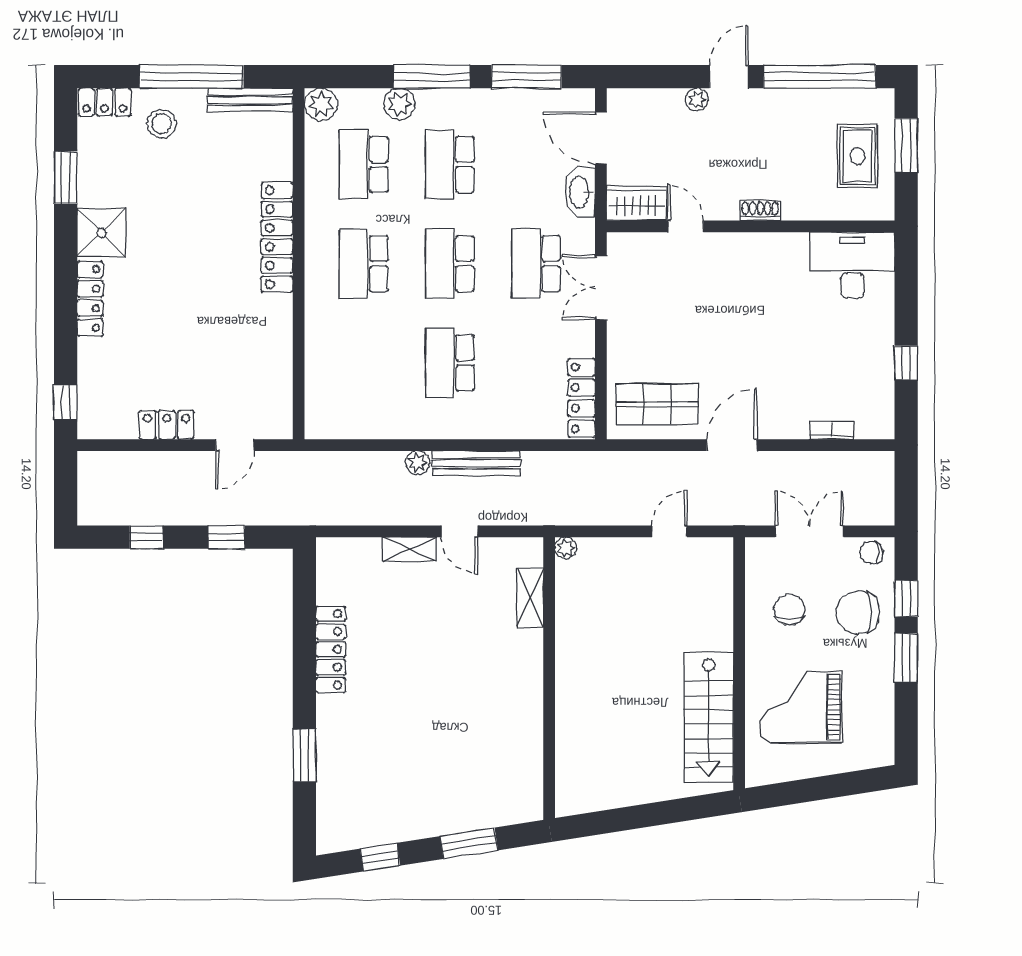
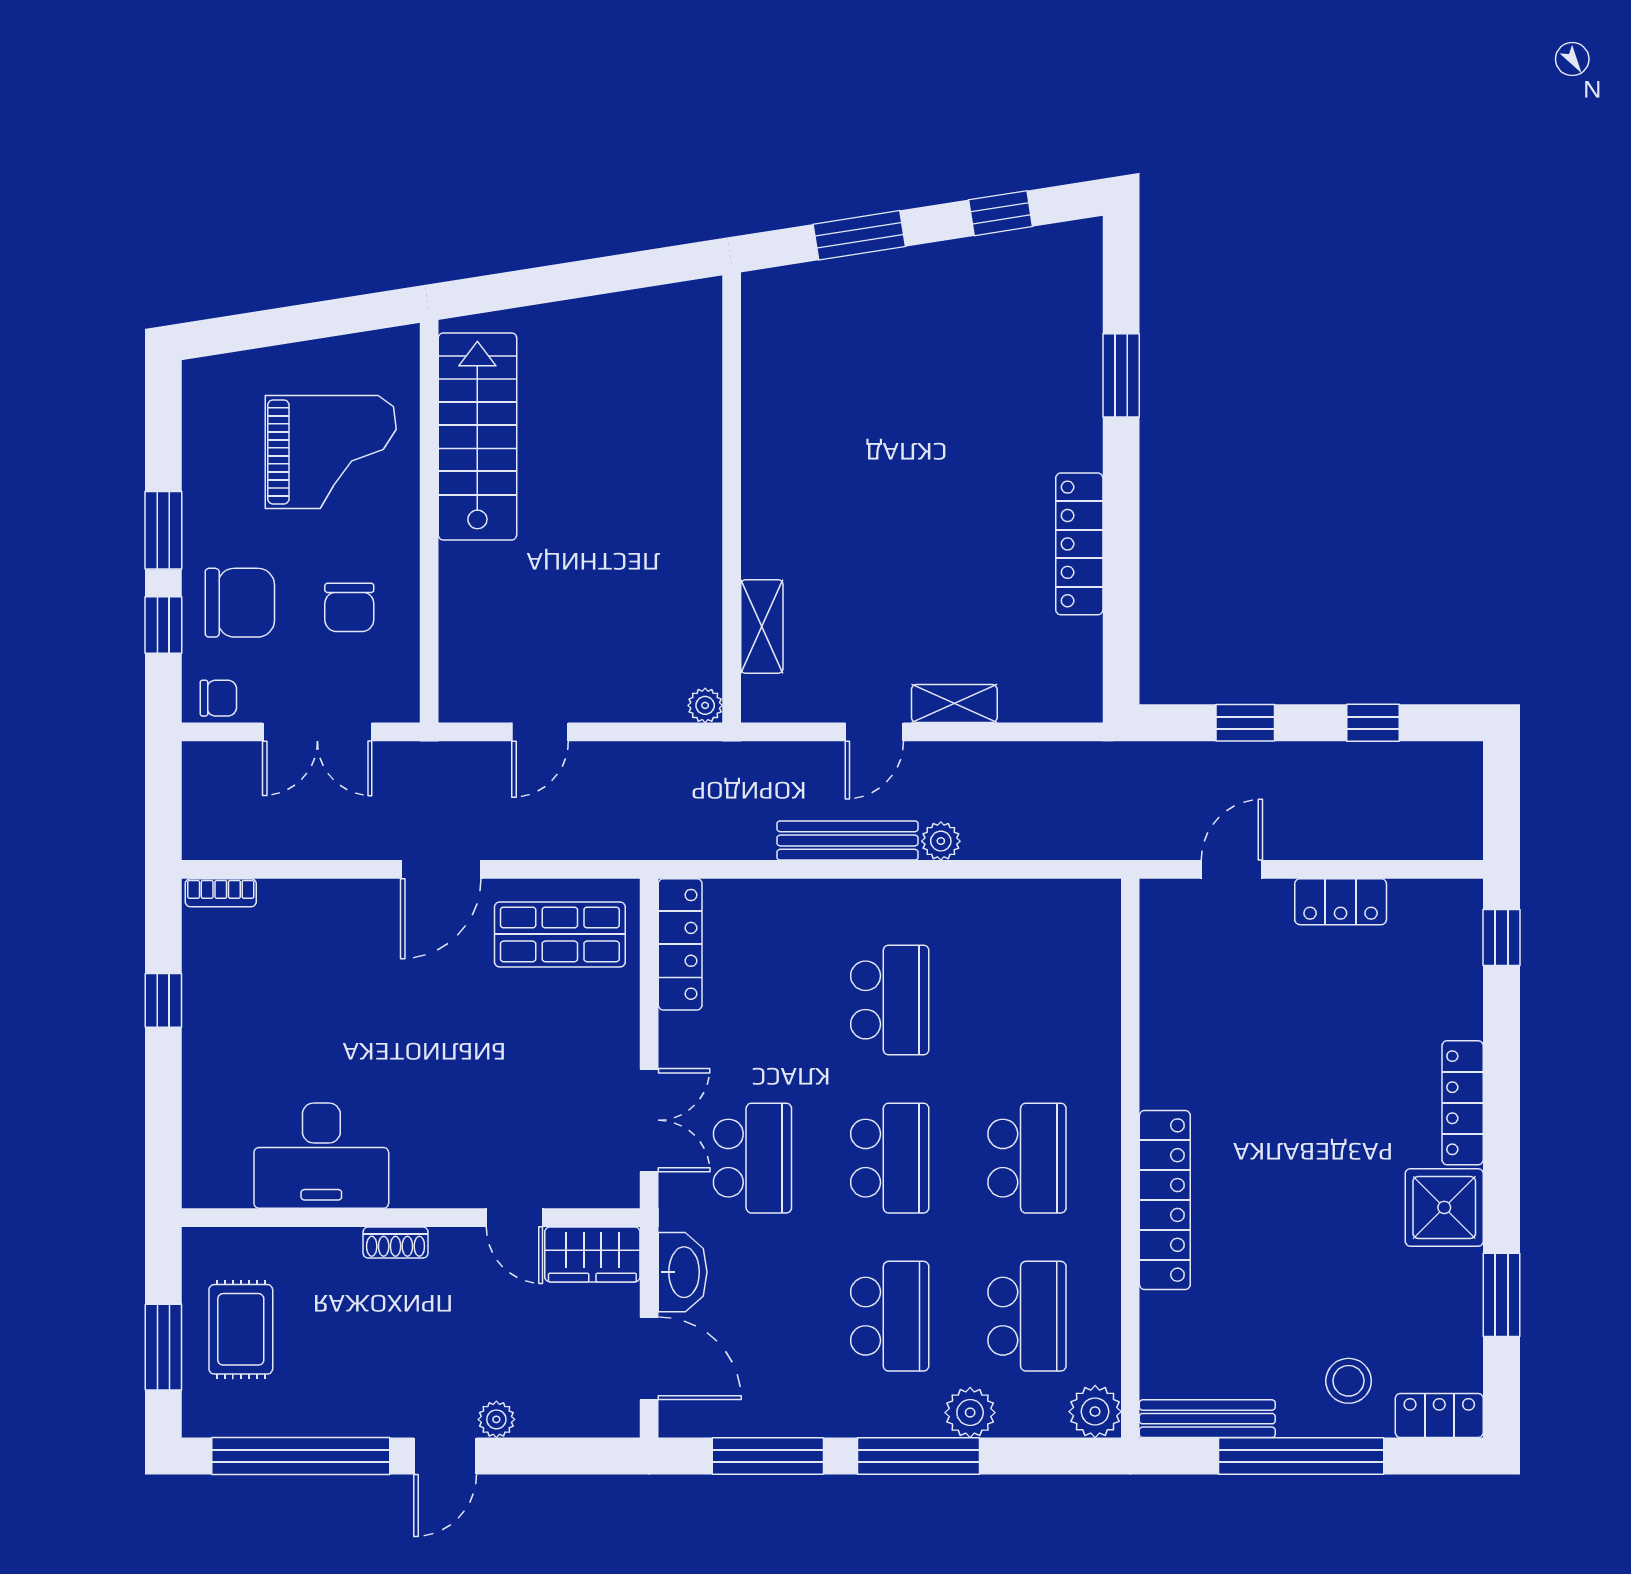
desk: (852, 265) -> (321, 1156), moved
bookcase: (831, 430) -> (221, 893), moved
door: (459, 531) -> (874, 732), swing flipped

